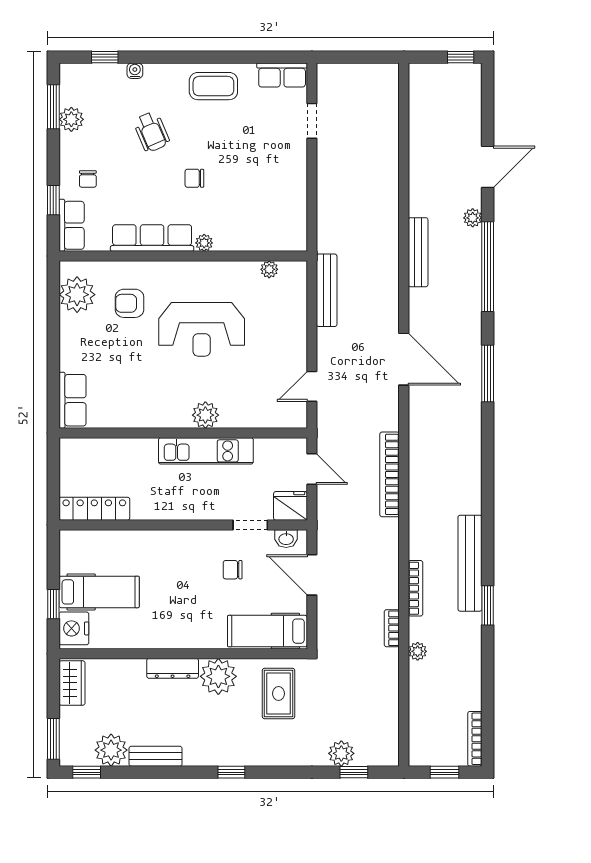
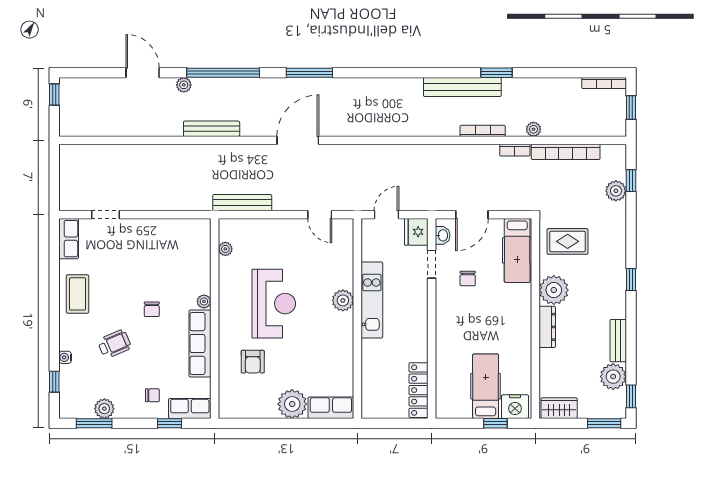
plant: (77, 295) -> (292, 404), moved
bookcase: (390, 474) -> (566, 152), moved

